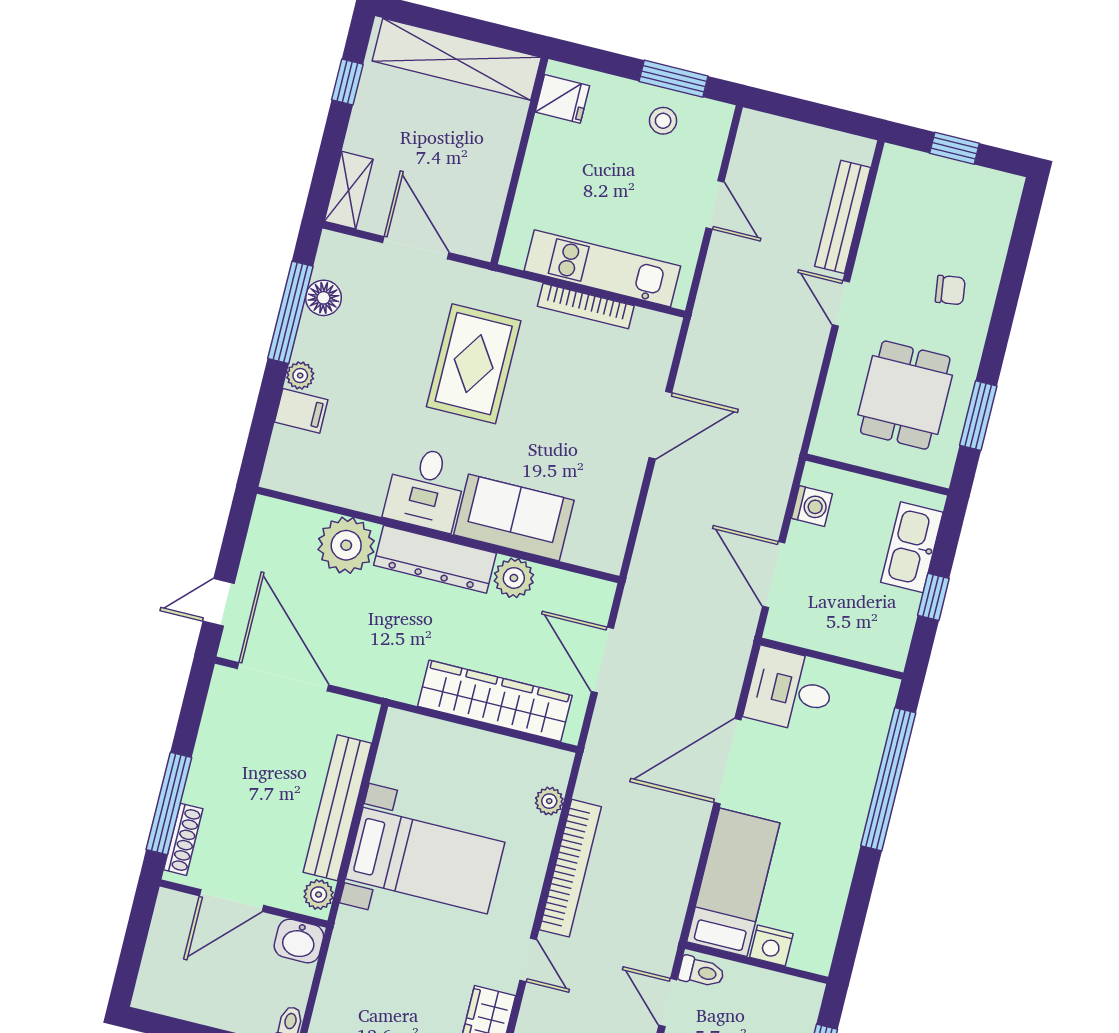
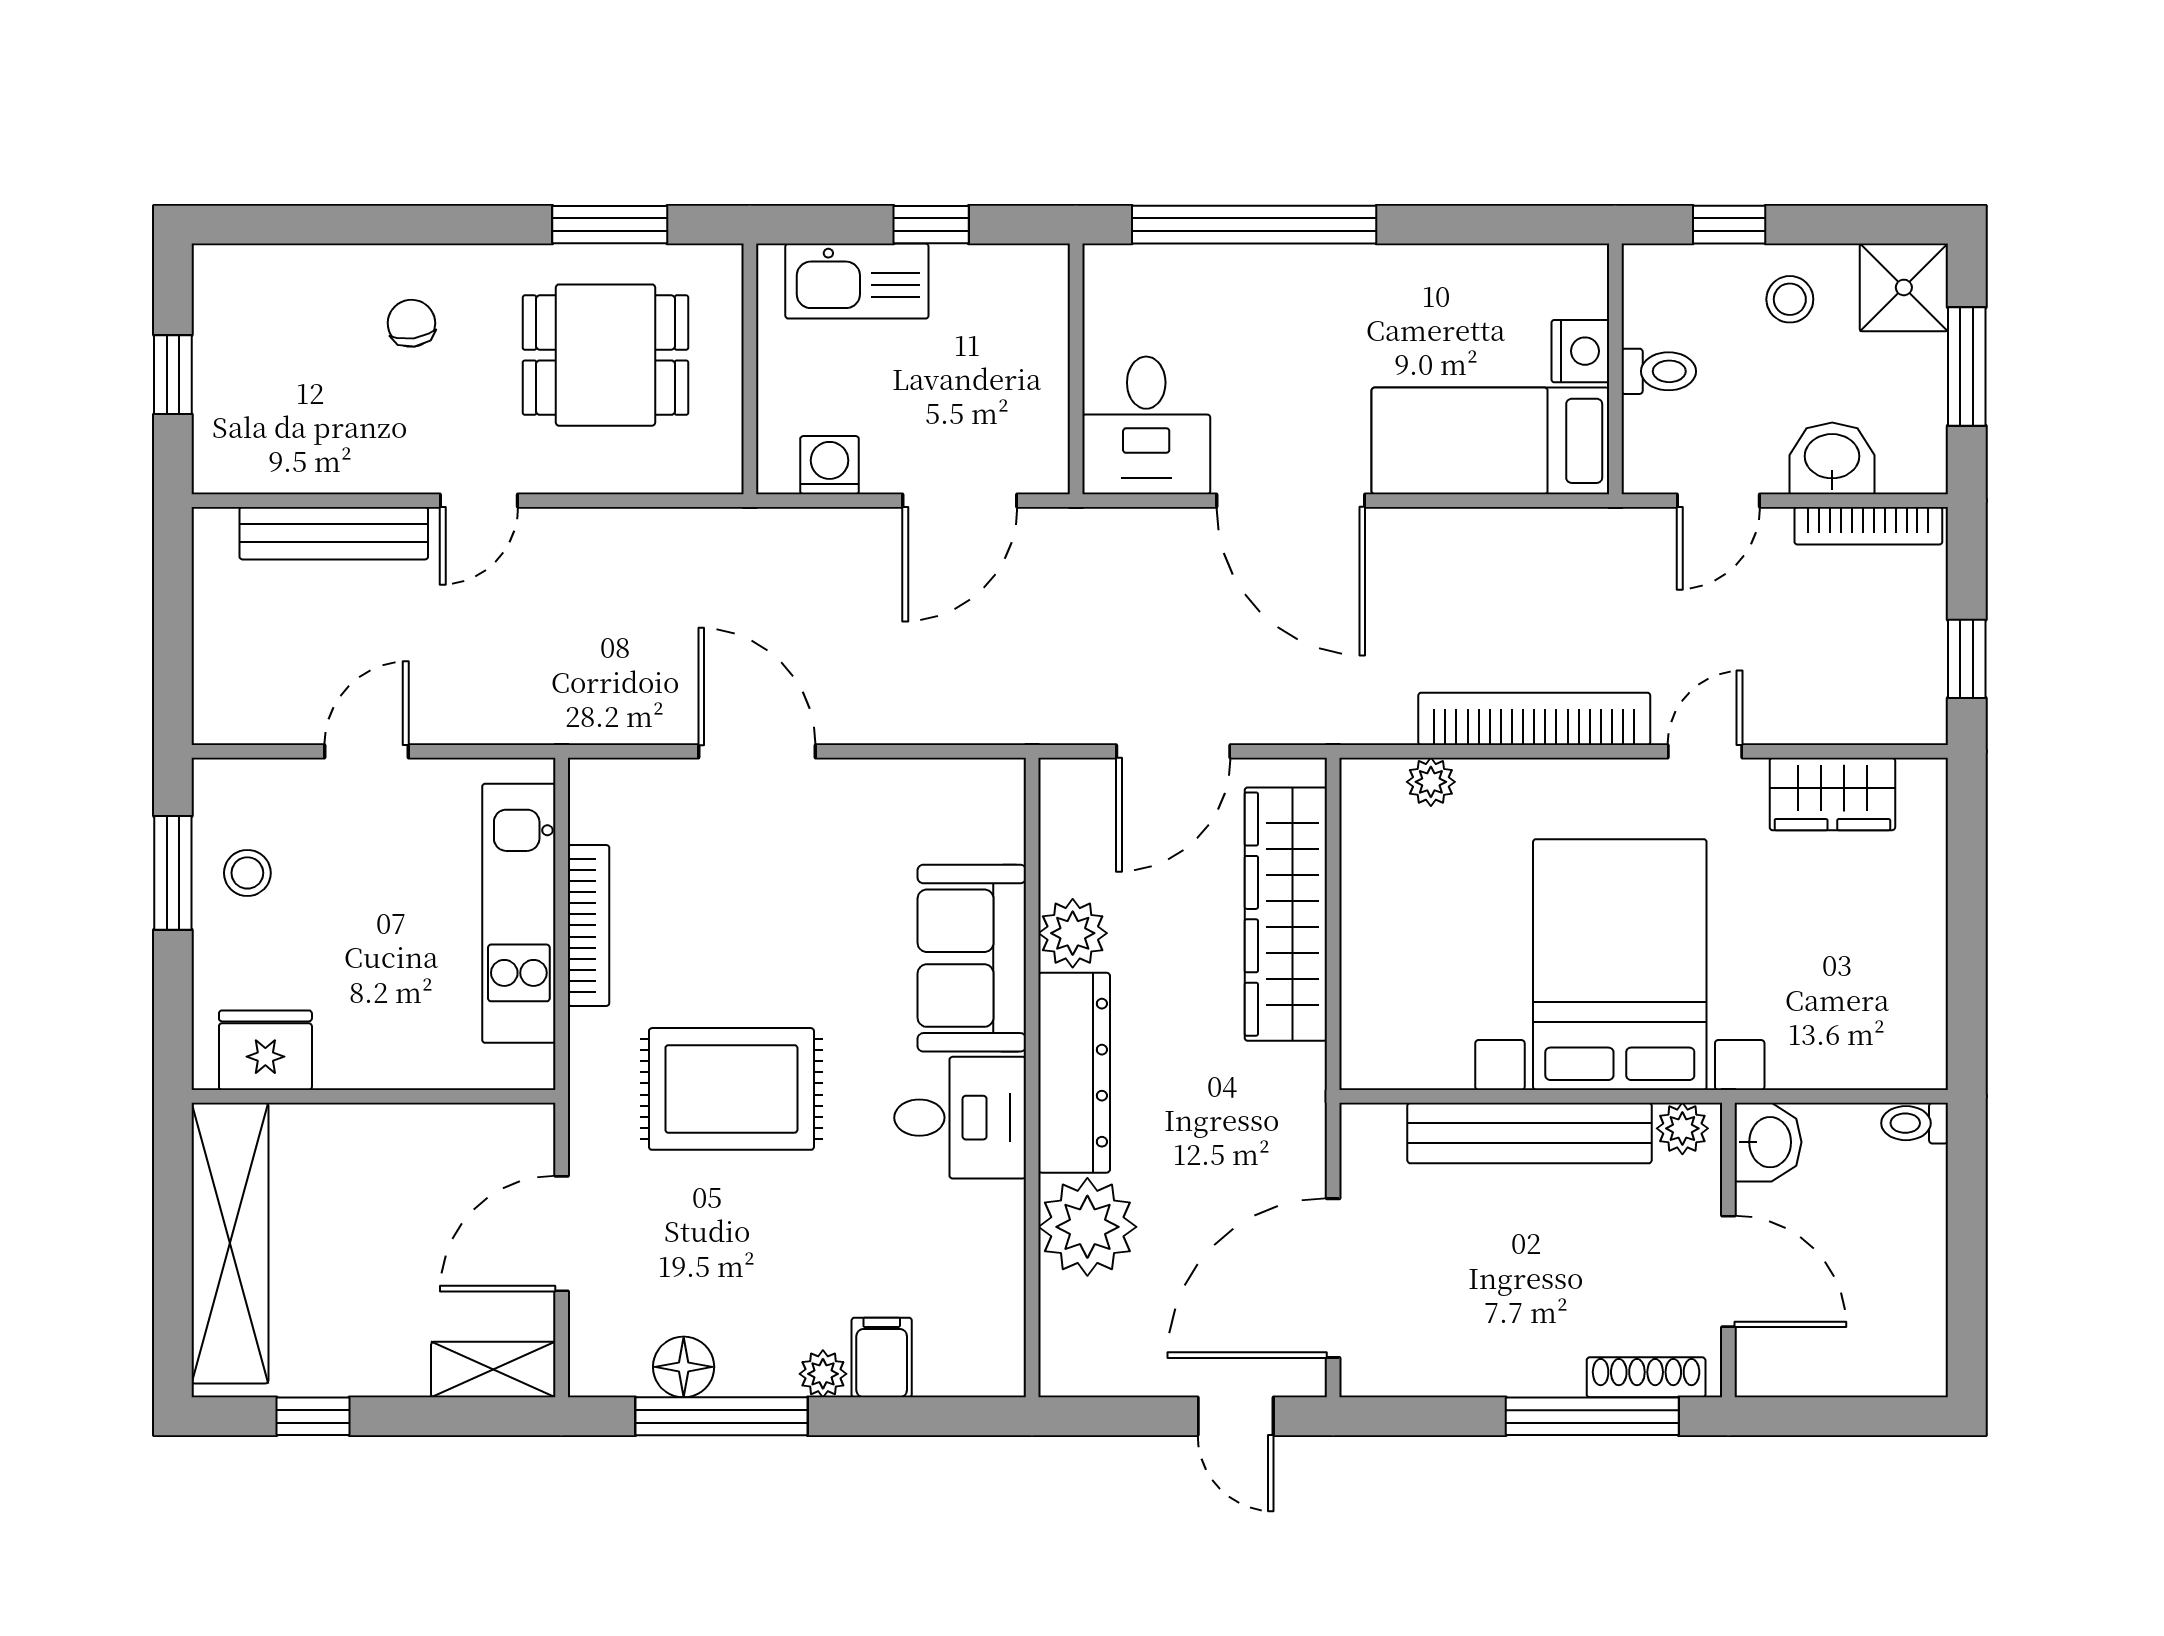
fridge: (562, 99) -> (265, 1050), width x1.38
bed with nightstands: (425, 861) -> (1620, 965), width x1.36
toilet: (701, 972) -> (1659, 371), moved, turned 90

